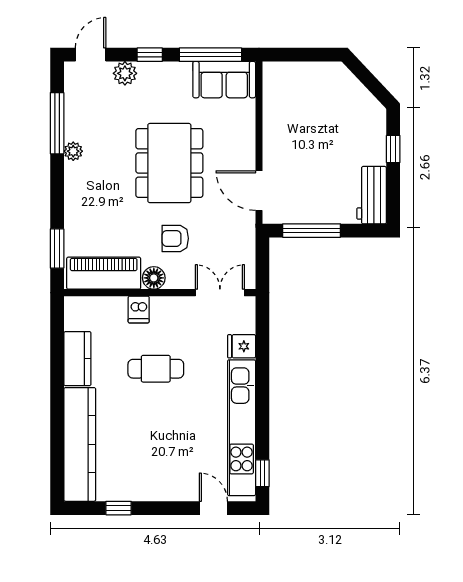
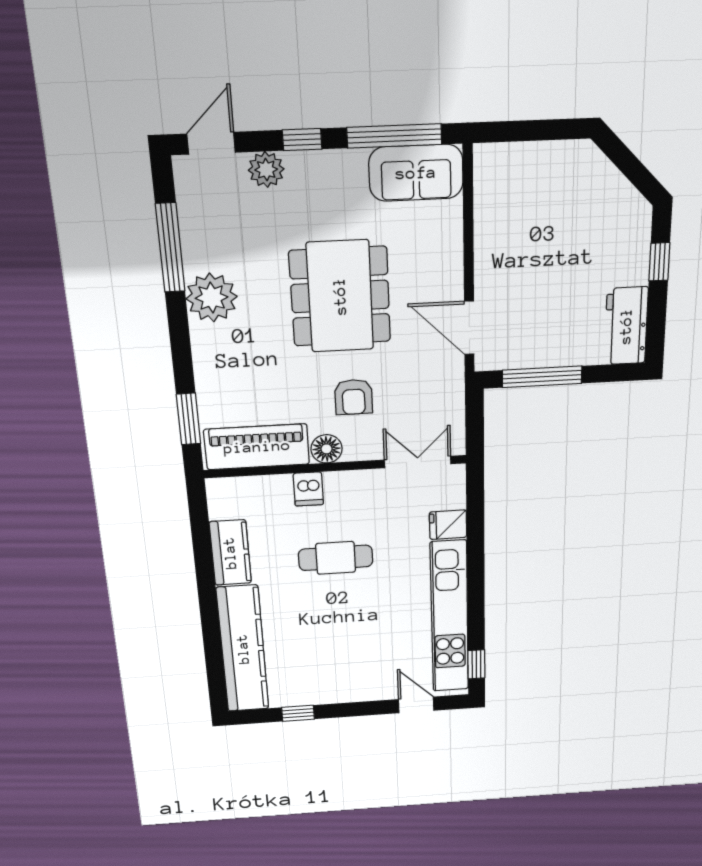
plant: (73, 151) -> (212, 298), width x1.88, depth x1.88
armchair: (175, 238) -> (354, 397), turned -90

